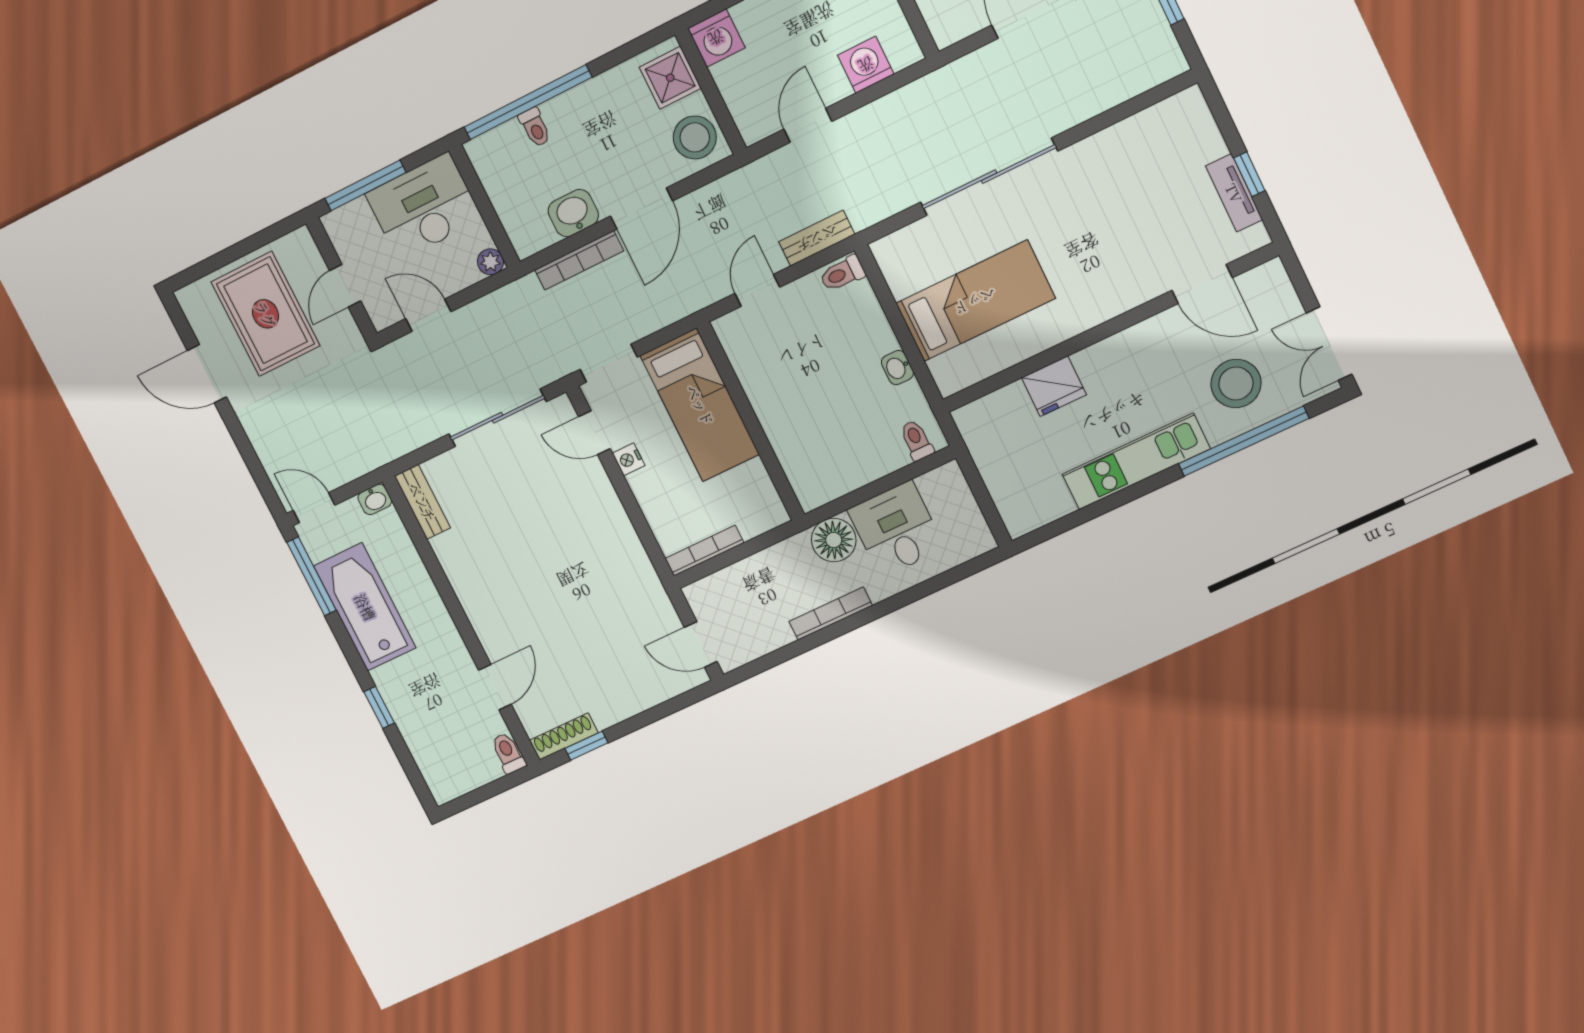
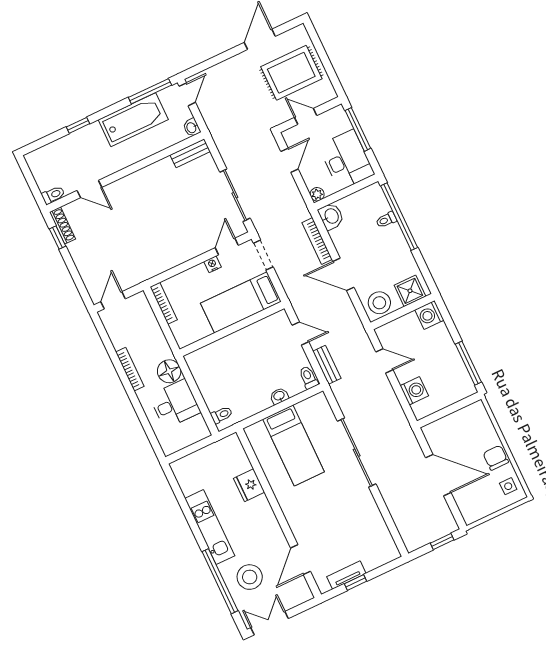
washbasin: (573, 213) -> (331, 216), moved
washbasin: (897, 368) -> (279, 396), moved

